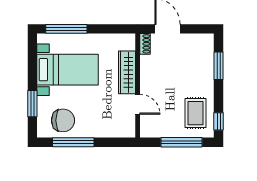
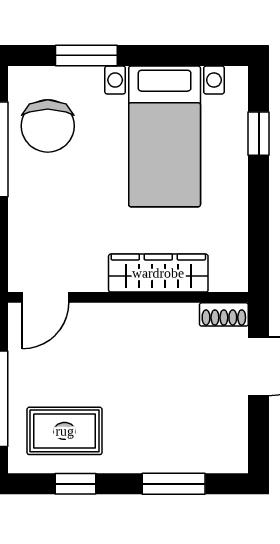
window: (66, 29) -> (259, 134), width x0.46
door: (138, 104) -> (46, 297), moved
window: (219, 121) -> (75, 484), moved

